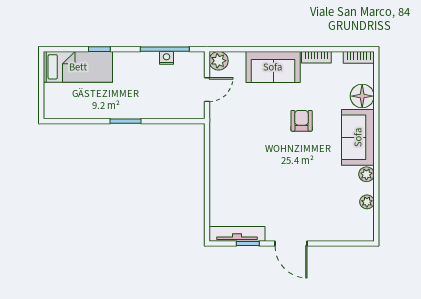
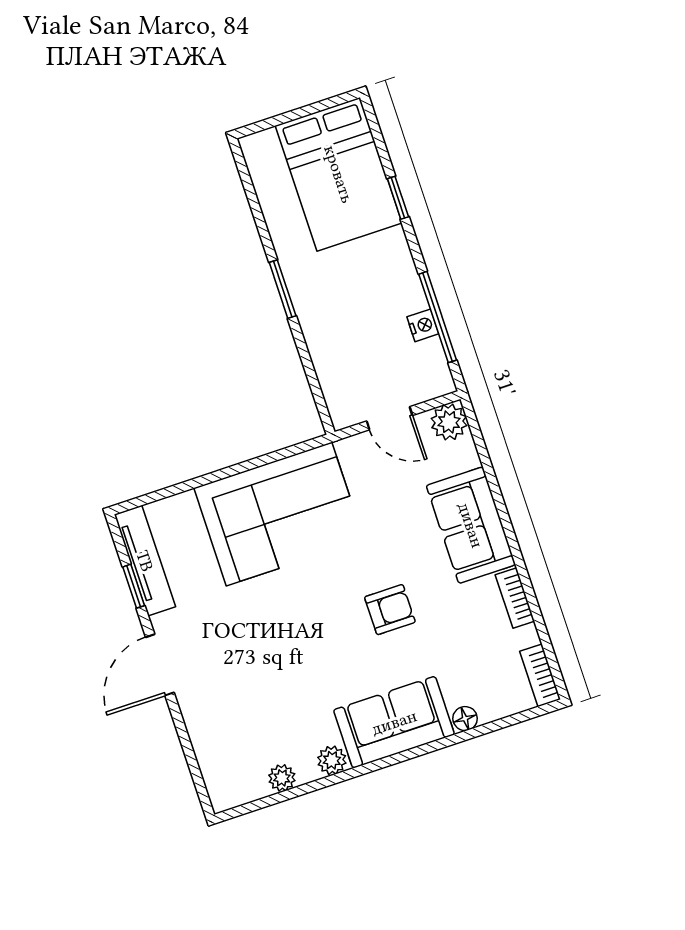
bed: (78, 67) -> (339, 174), width x1.50
floor lamp: (362, 96) -> (465, 719), width x0.53, depth x0.53
corner sofa: (236, 160) -> (279, 514), added

